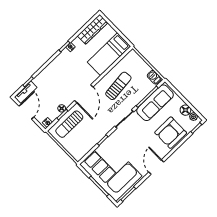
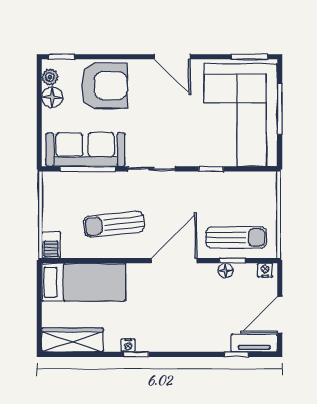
barbecue: (154, 77) -> (51, 245), moved
door: (156, 167) -> (172, 57), hinge flipped

